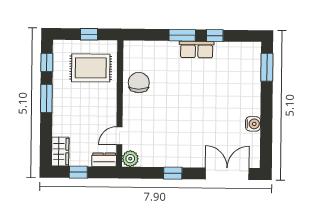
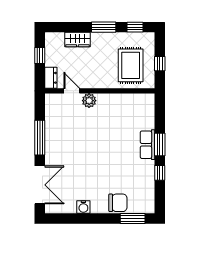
row of seats: (197, 50) -> (147, 145), moved
chair: (139, 83) -> (118, 203), moved
wardrobe: (60, 151) -> (77, 40), moved
plant: (130, 159) -> (89, 101), moved
window: (173, 173) -> (40, 138), width x2.17

